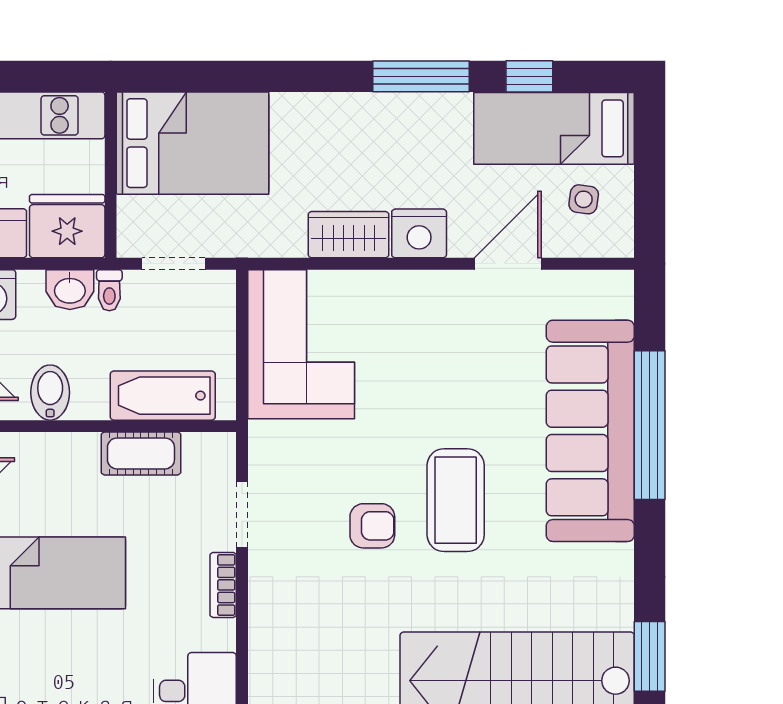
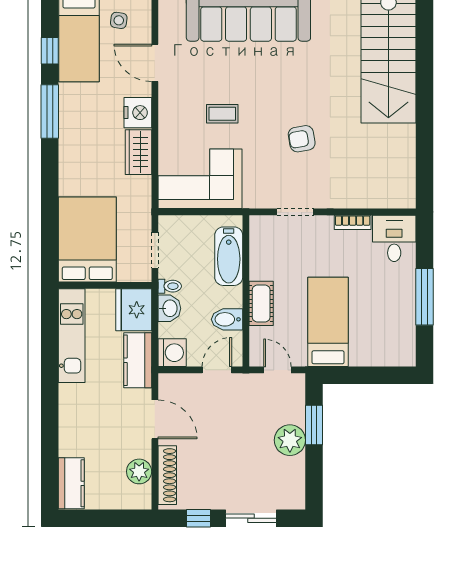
cot: (141, 453) -> (261, 303), moved
coffee table: (456, 500) -> (222, 114), moved, width x0.54, depth x0.58
armchair: (372, 526) -> (302, 139), turned -100
bookcase: (223, 585) -> (353, 222), moved

